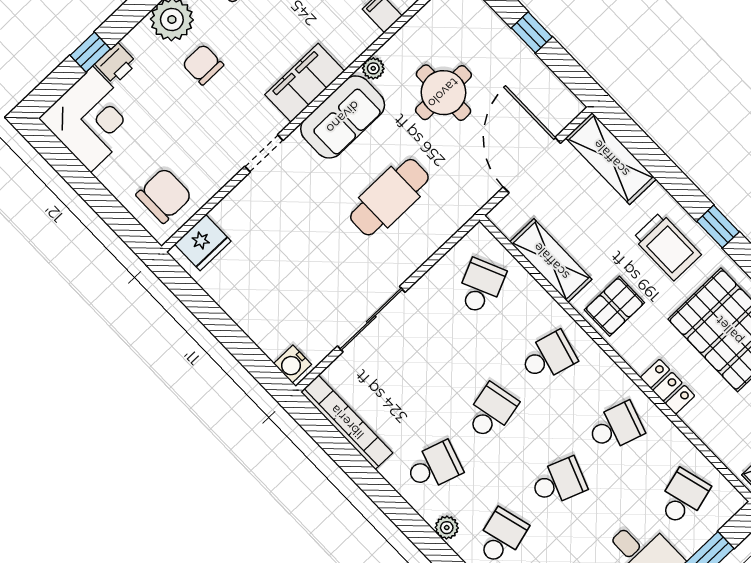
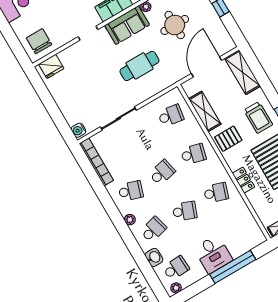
chair: (164, 195) -> (39, 41), turned -90
school desk: (481, 286) -> (171, 116), turned 33
school desk: (683, 497) -> (239, 231), removed

